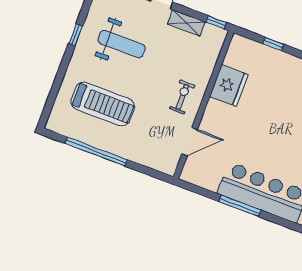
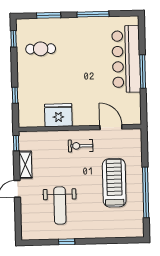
weight bench: (122, 44) -> (60, 205), turned 180
treadmill: (103, 104) -> (114, 183), moved

